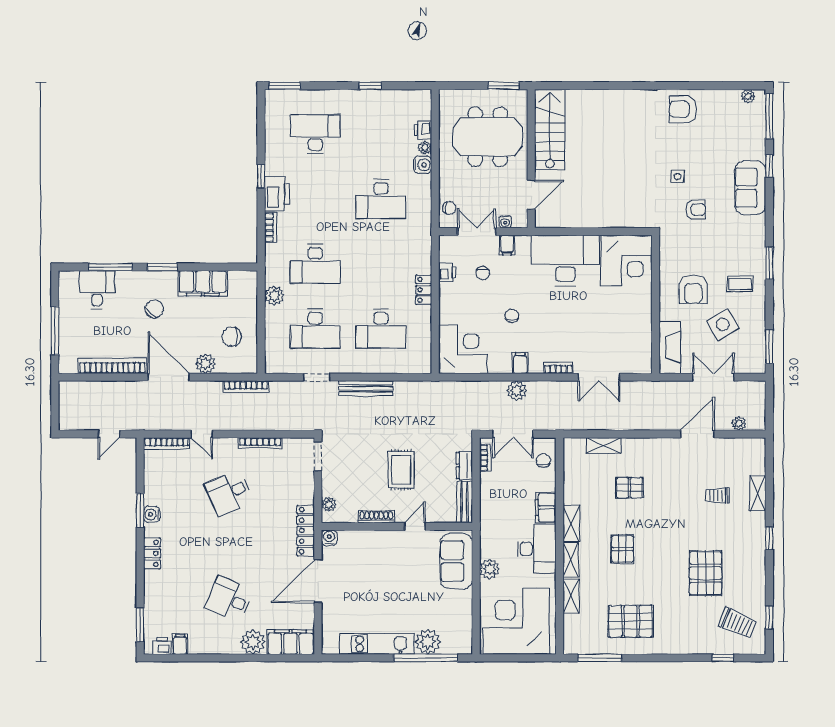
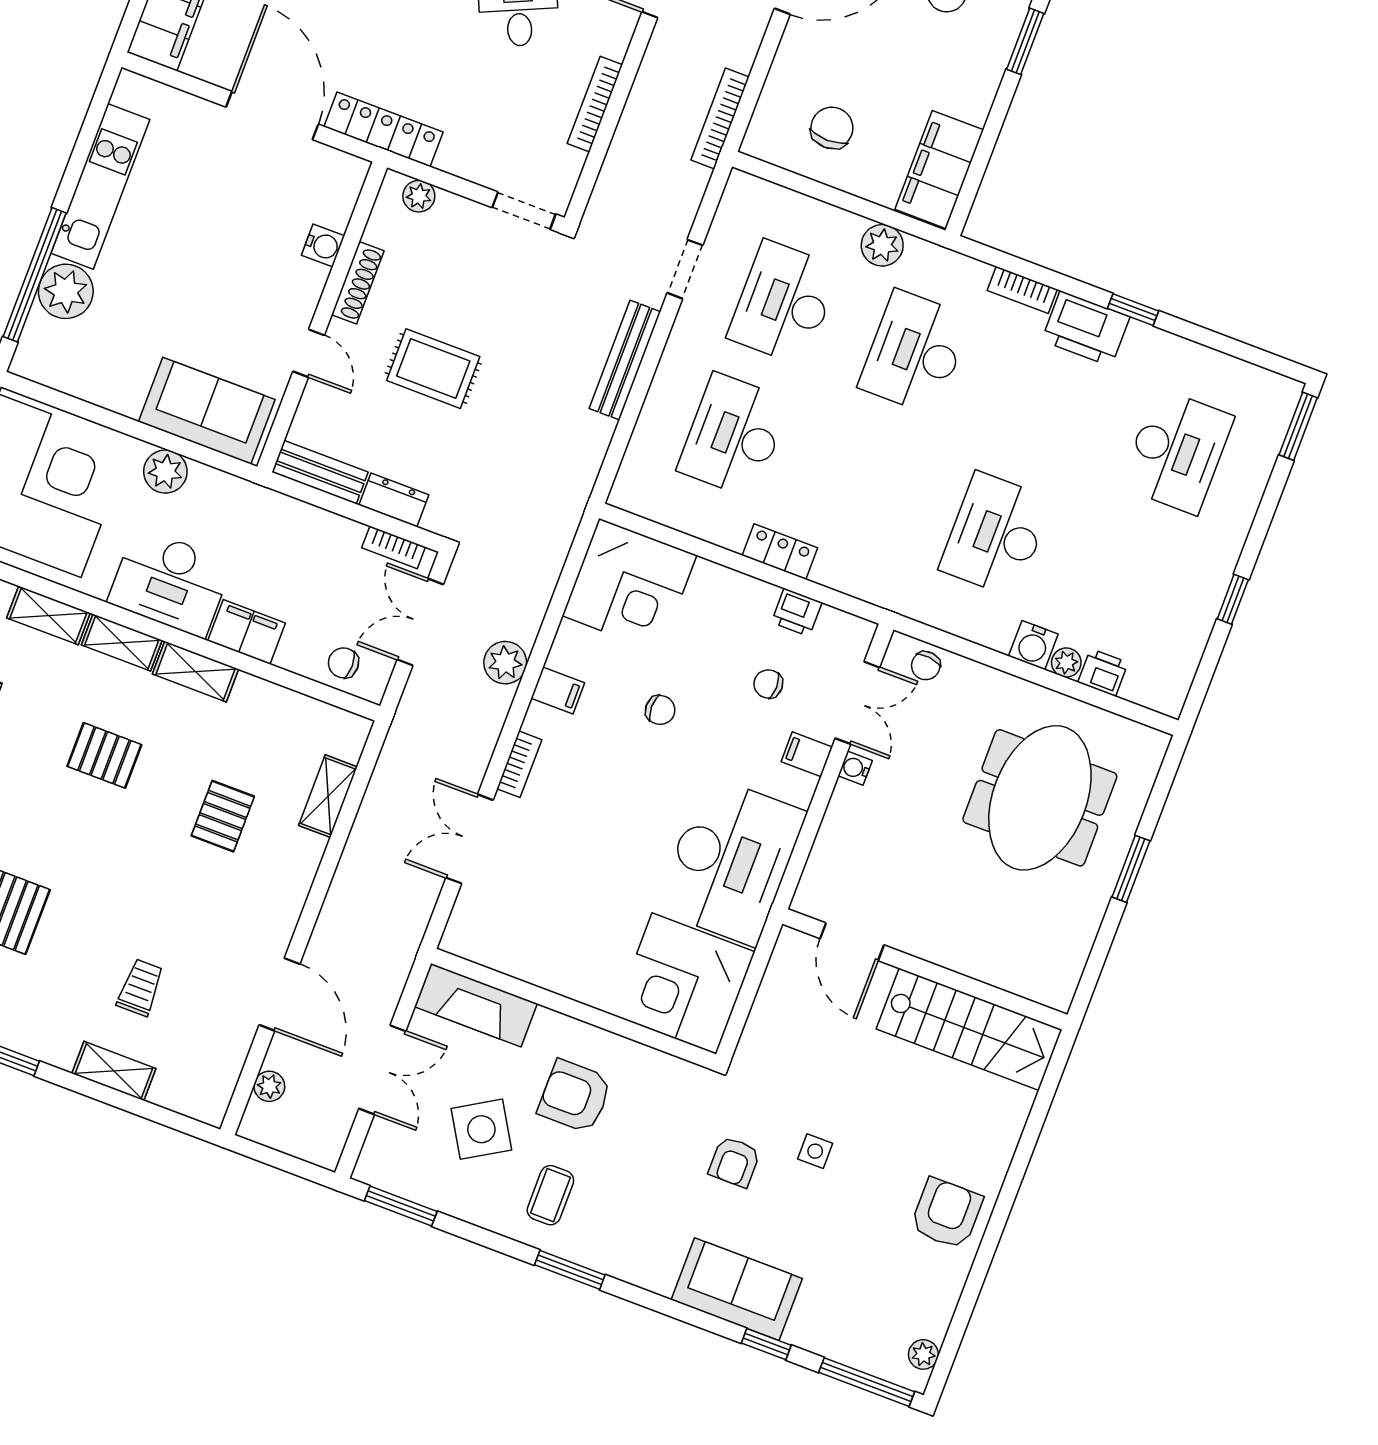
stairs: (550, 130) -> (969, 1029), moved
wall: (531, 159) -> (925, 969), moved
door: (531, 195) -> (852, 942), moved
filing cabinet: (203, 283) -> (939, 170), moved
plant: (206, 364) -> (797, 55), removed
chair: (543, 461) -> (343, 663), turned 180
water cooler: (329, 538) -> (323, 246), moved

